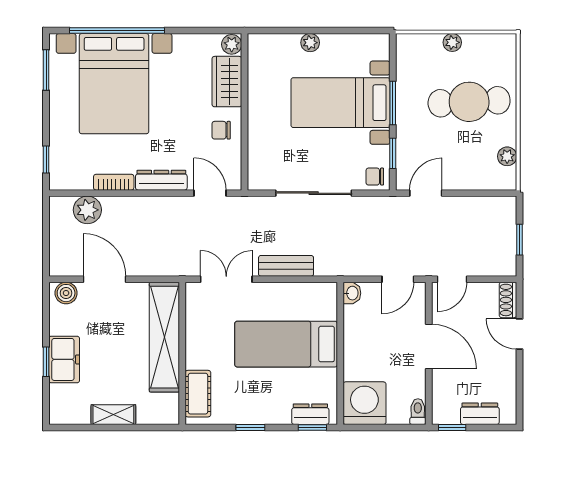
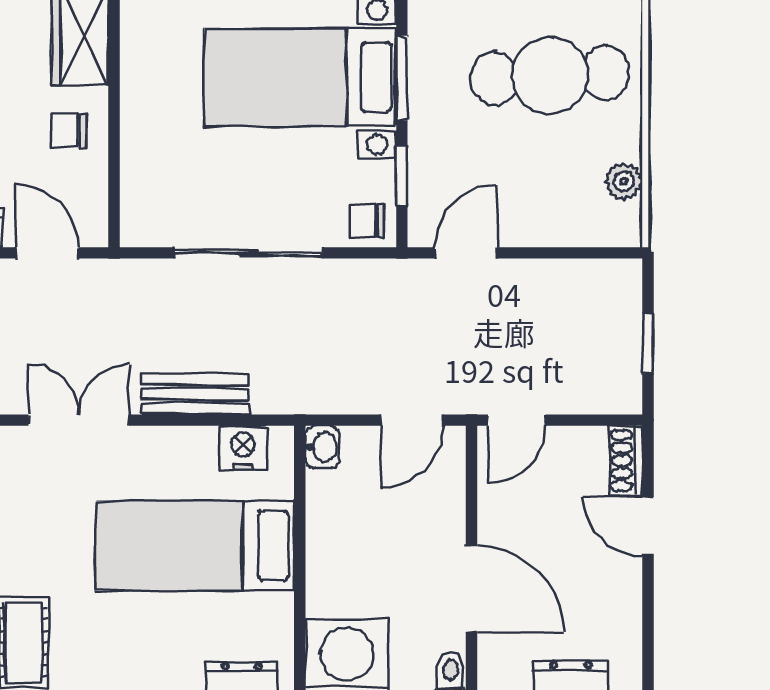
nightstand: (311, 294) -> (243, 448), added
door: (429, 347) -> (472, 589), moved

